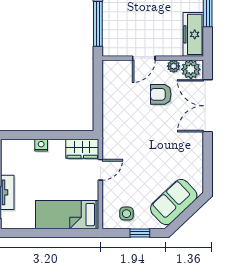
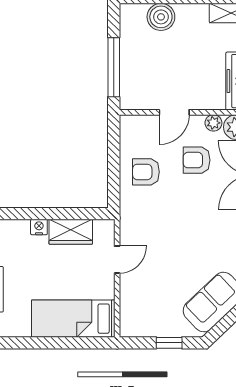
armchair: (122, 103) -> (146, 172), added
wardrobe: (82, 149) -> (71, 232), moved
side table: (126, 214) -> (151, 317), removed

